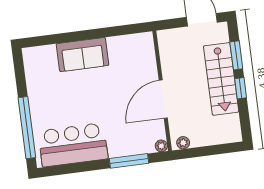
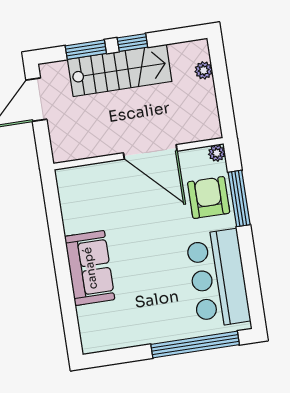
armchair: (130, 139) -> (209, 197), added
plant: (183, 143) -> (204, 70), moved

